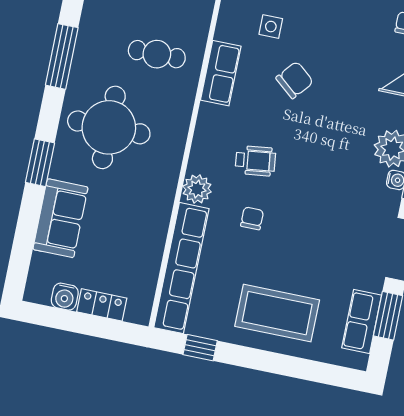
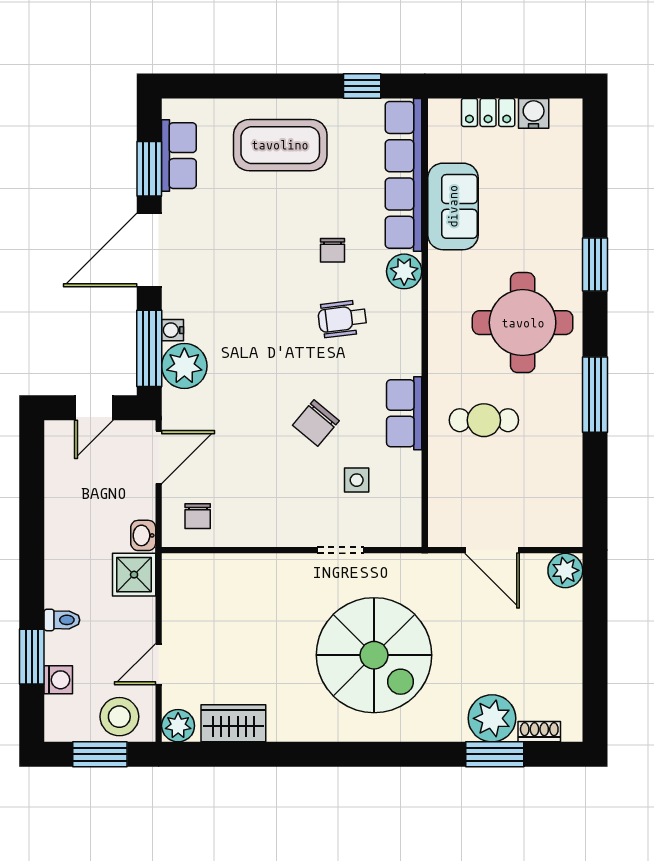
sofa: (60, 218) -> (453, 206), moved, turned 180

